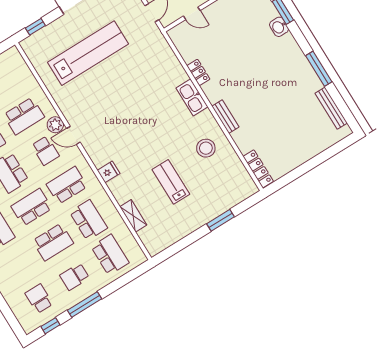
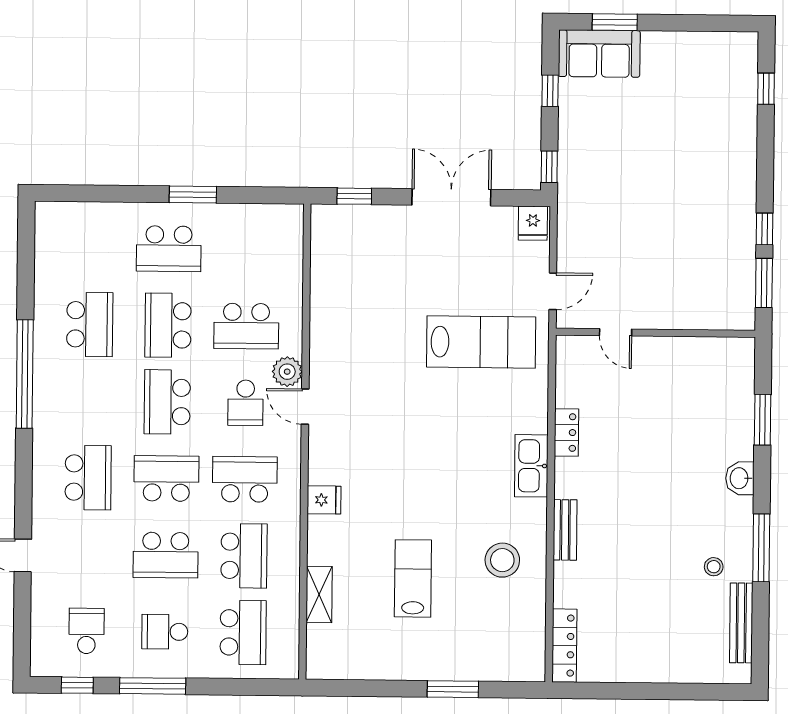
washbasin: (279, 27) -> (740, 478), moved
lab bench: (88, 53) -> (481, 342), moved, width x0.73
stool: (303, 91) -> (714, 567), added

